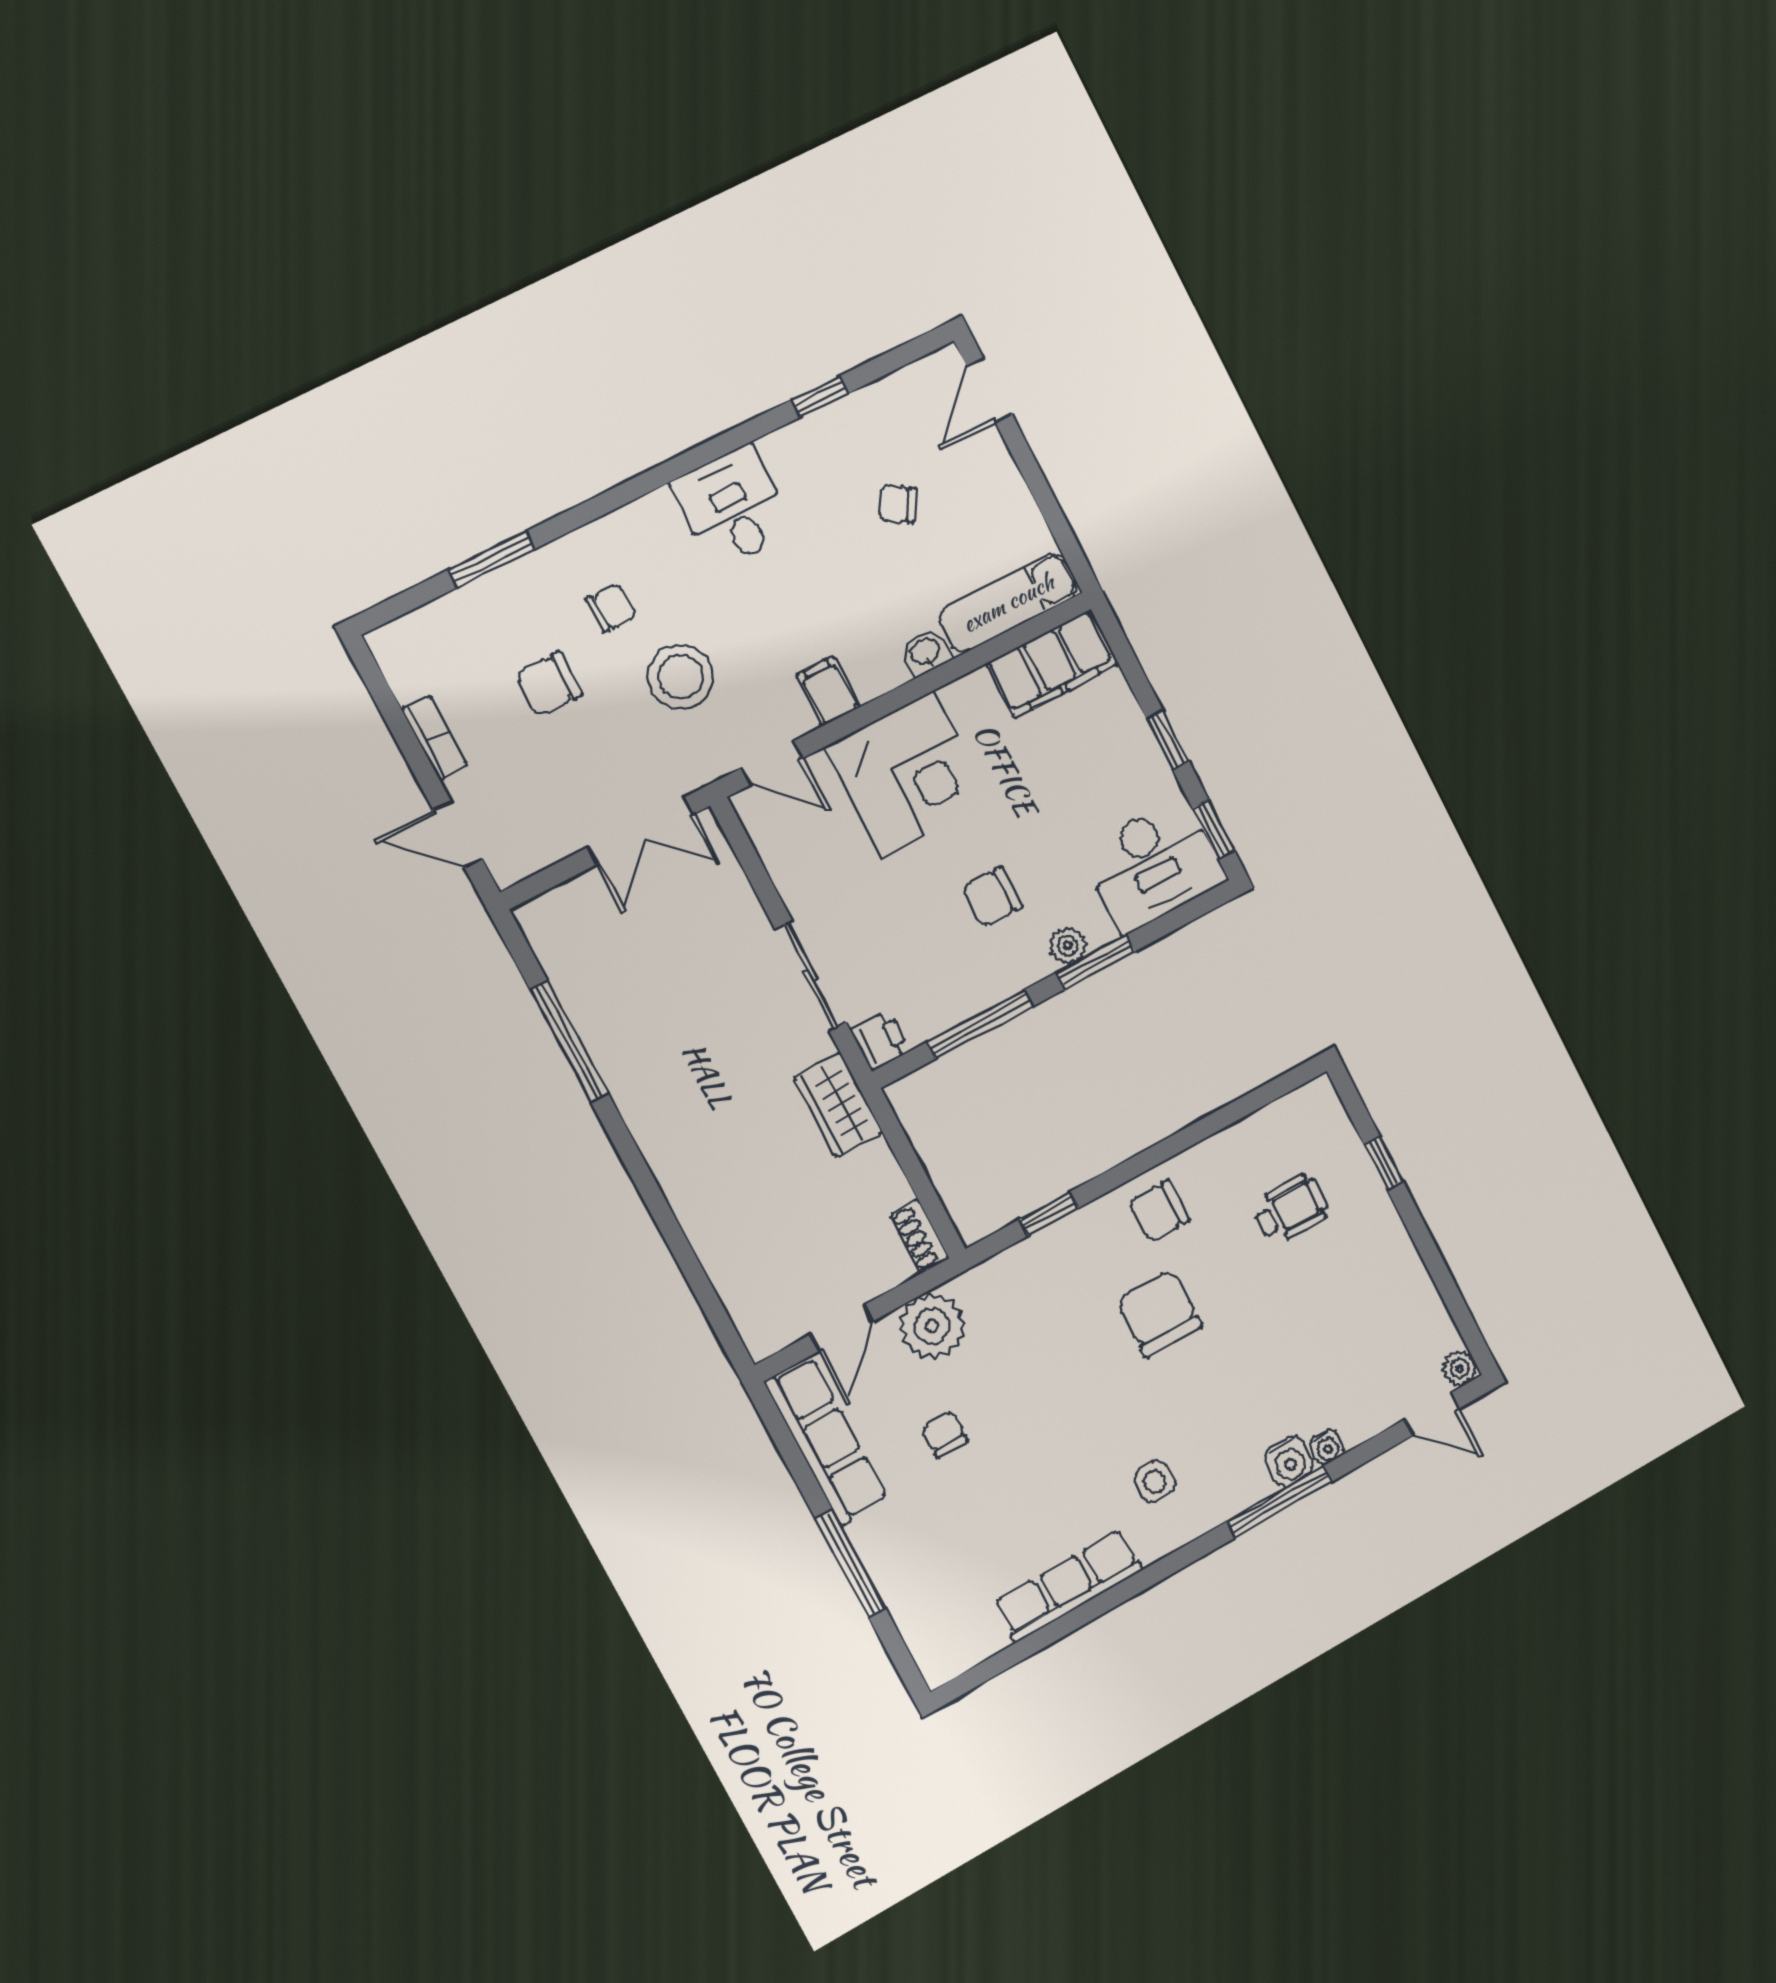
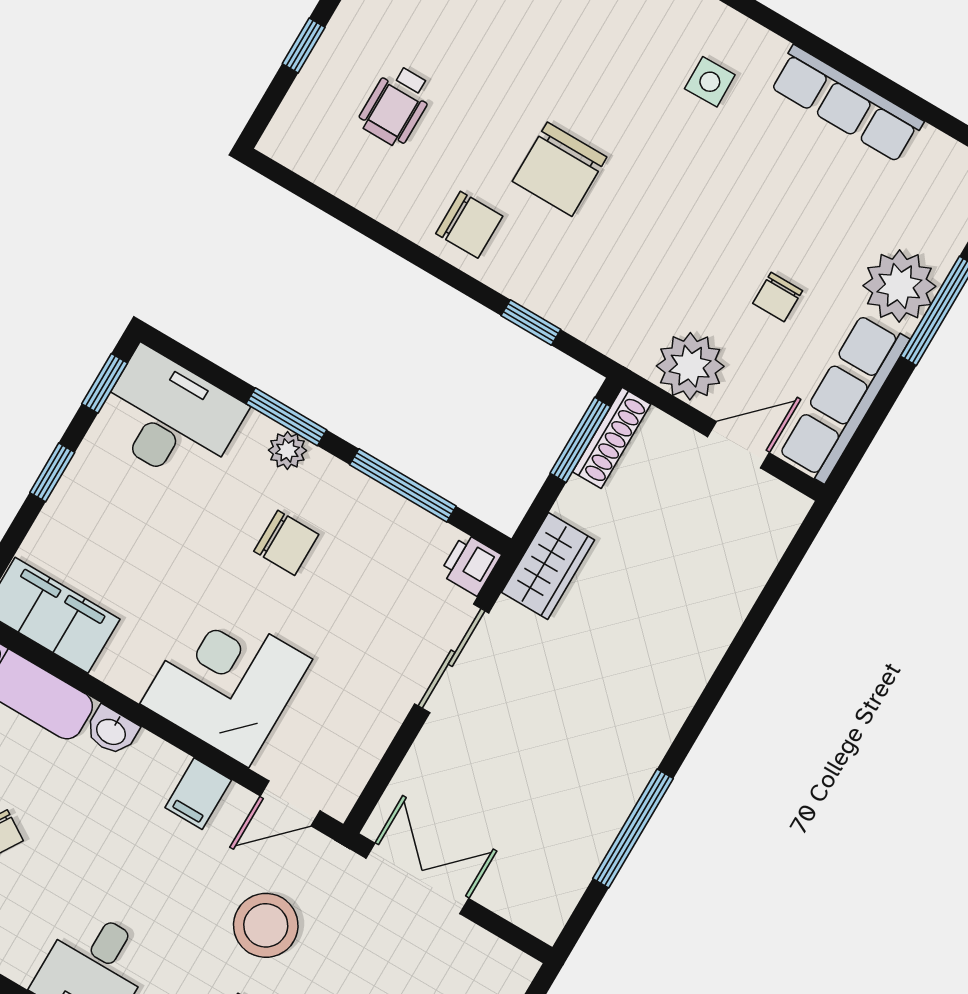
door: (772, 763) -> (290, 803), swing flipped
window: (927, 1196) -> (580, 440), added
wheelchair: (1291, 1209) -> (396, 106), turned -90
shoe rack: (919, 1236) -> (612, 438), width x1.43
plant: (891, 1543) -> (899, 286), added

